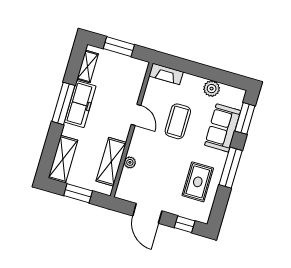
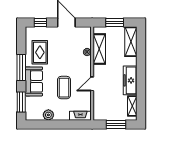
window: (63, 103) -> (141, 78), removed
door: (136, 115) -> (92, 84), hinge flipped
sofa: (223, 128) -> (34, 81), moved

